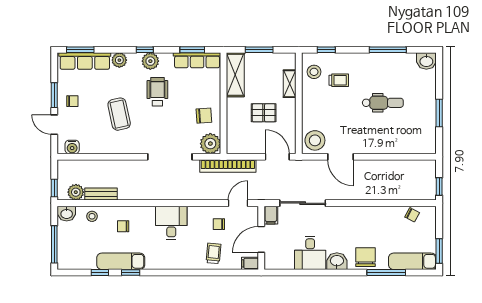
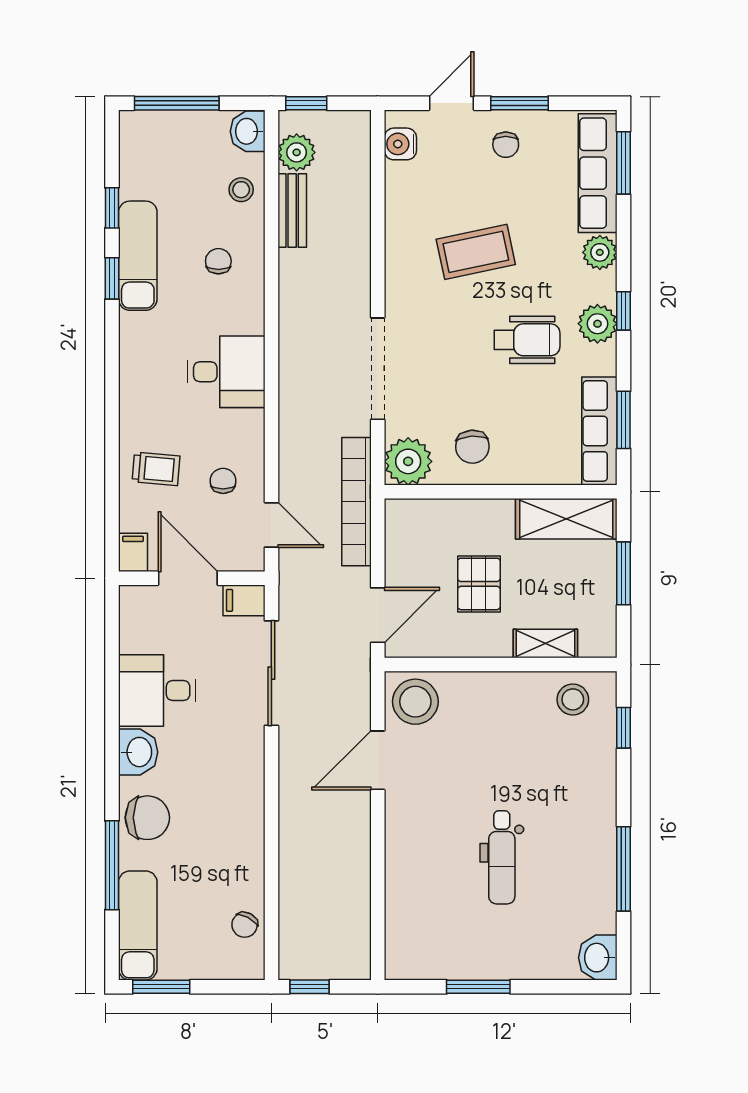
trolley: (339, 80) -> (553, 756), removed

